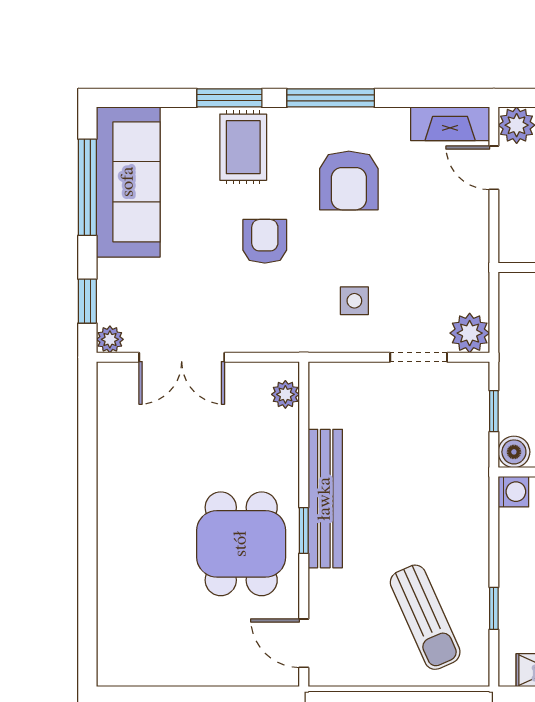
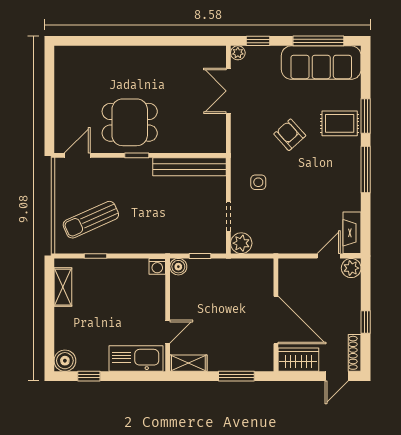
armchair: (349, 180) -> (322, 179), removed
armchair: (265, 241) -> (290, 135), turned -132
plant: (285, 394) -> (209, 146), removed
bench: (325, 499) -> (190, 167), moved

